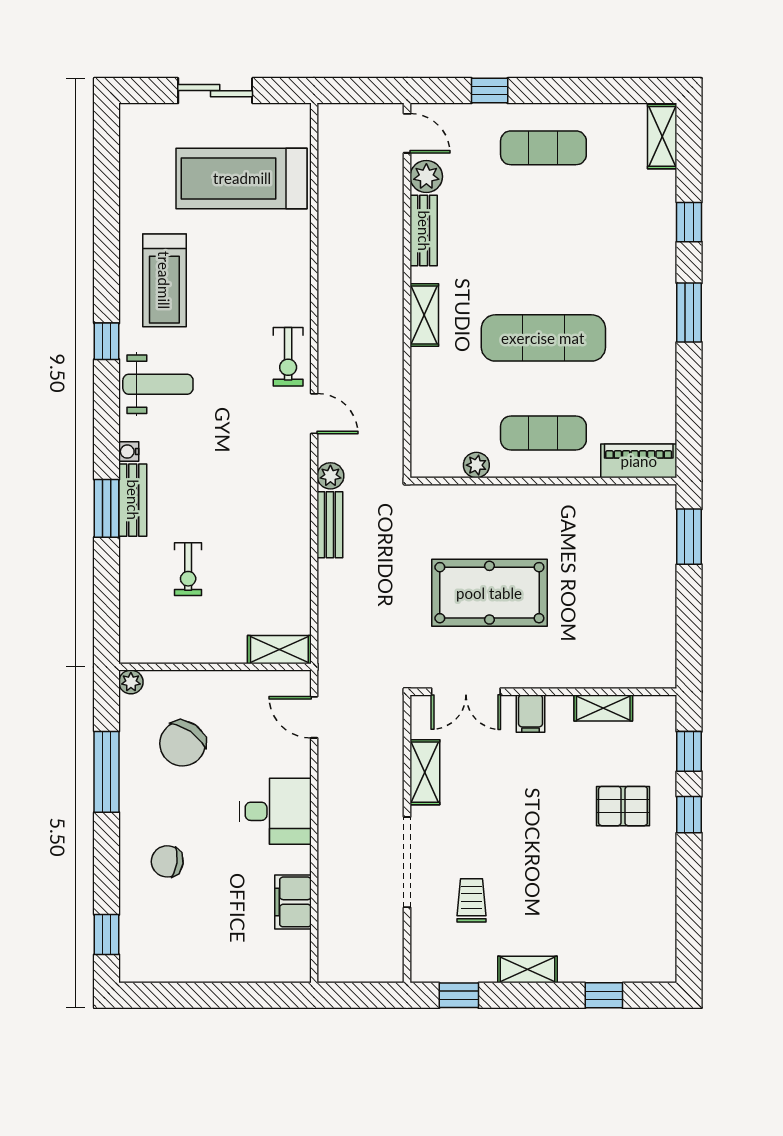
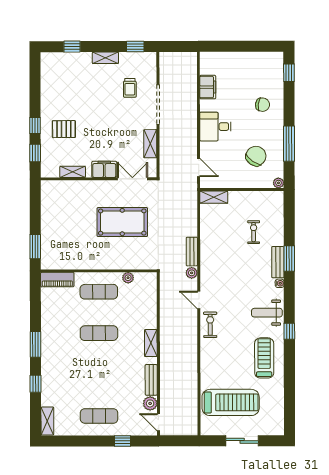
exercise mat: (543, 338) -> (99, 333), width x0.73, depth x0.69
filing cabinet: (531, 714) -> (104, 169), width x2.00

